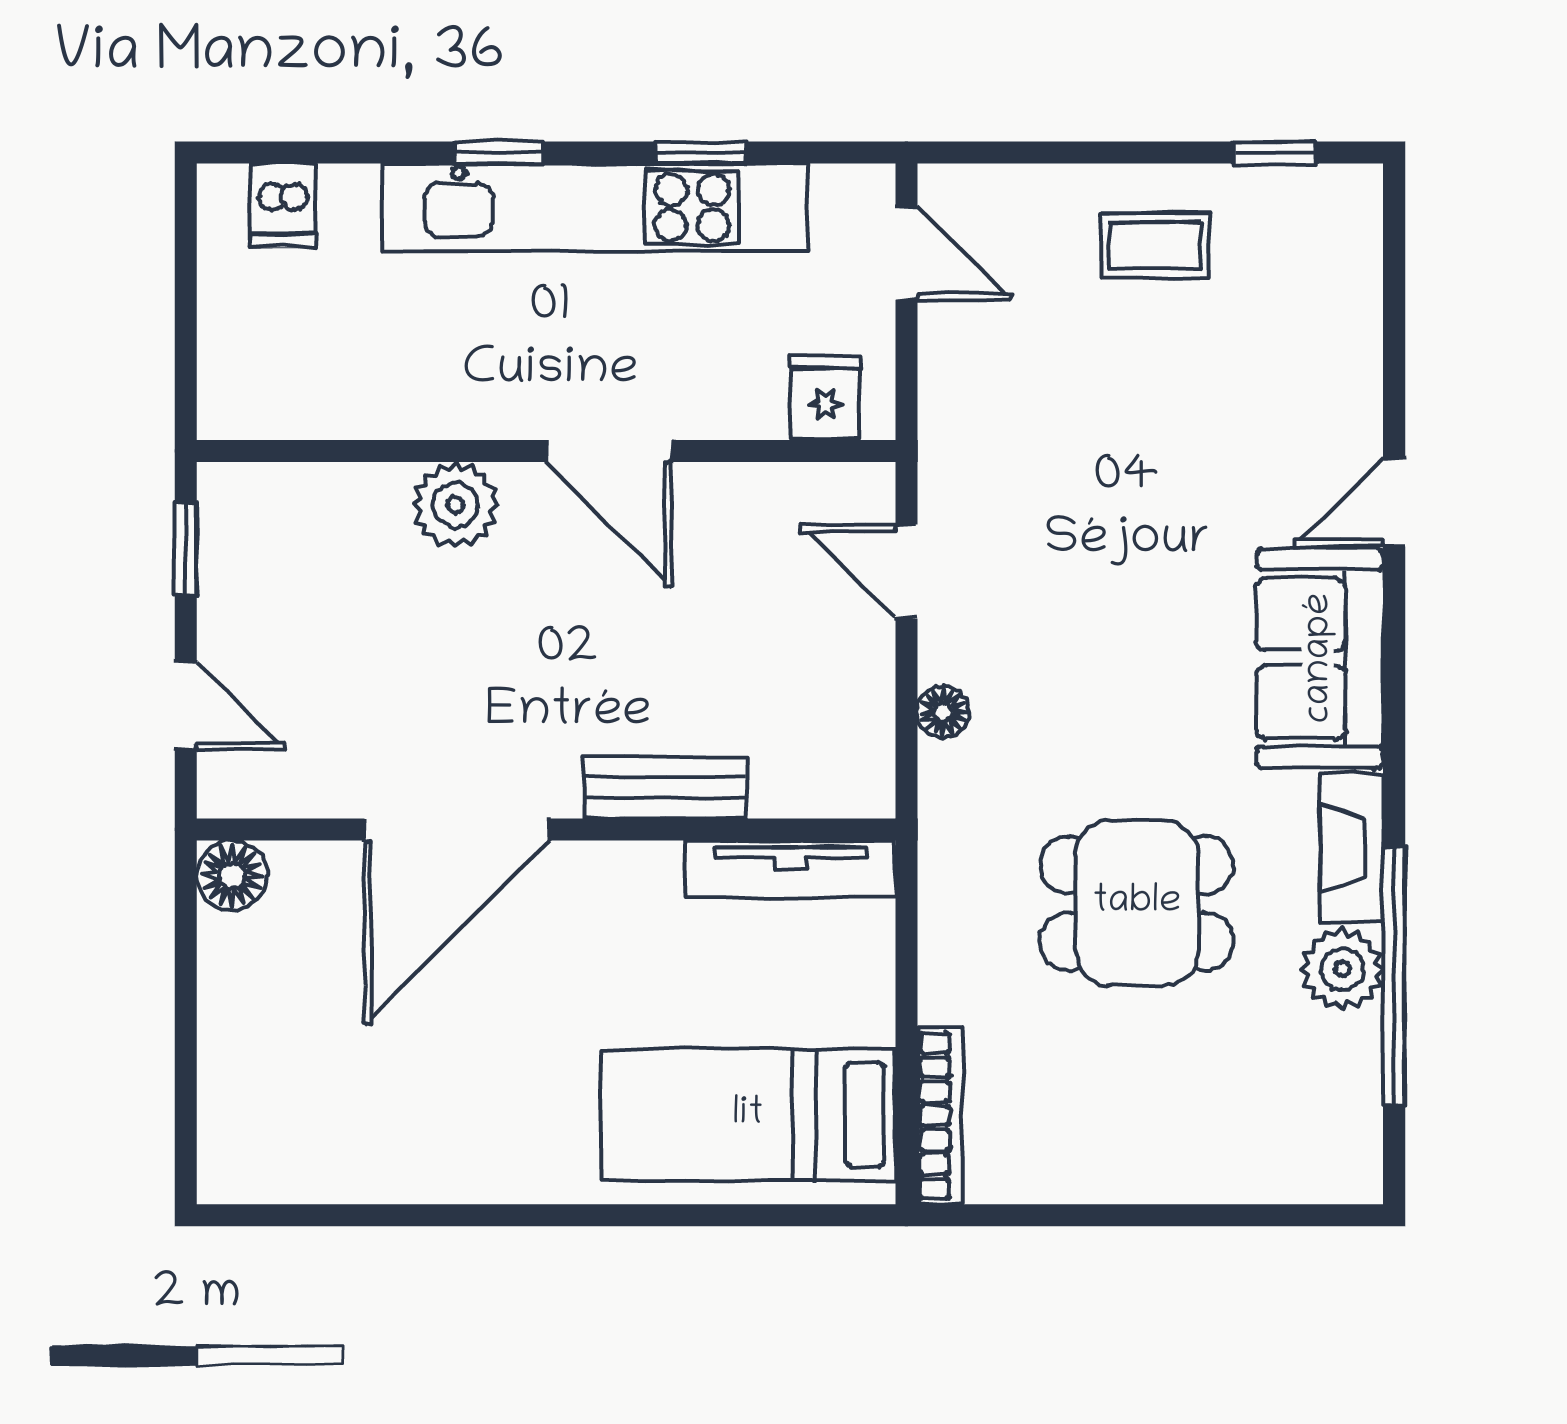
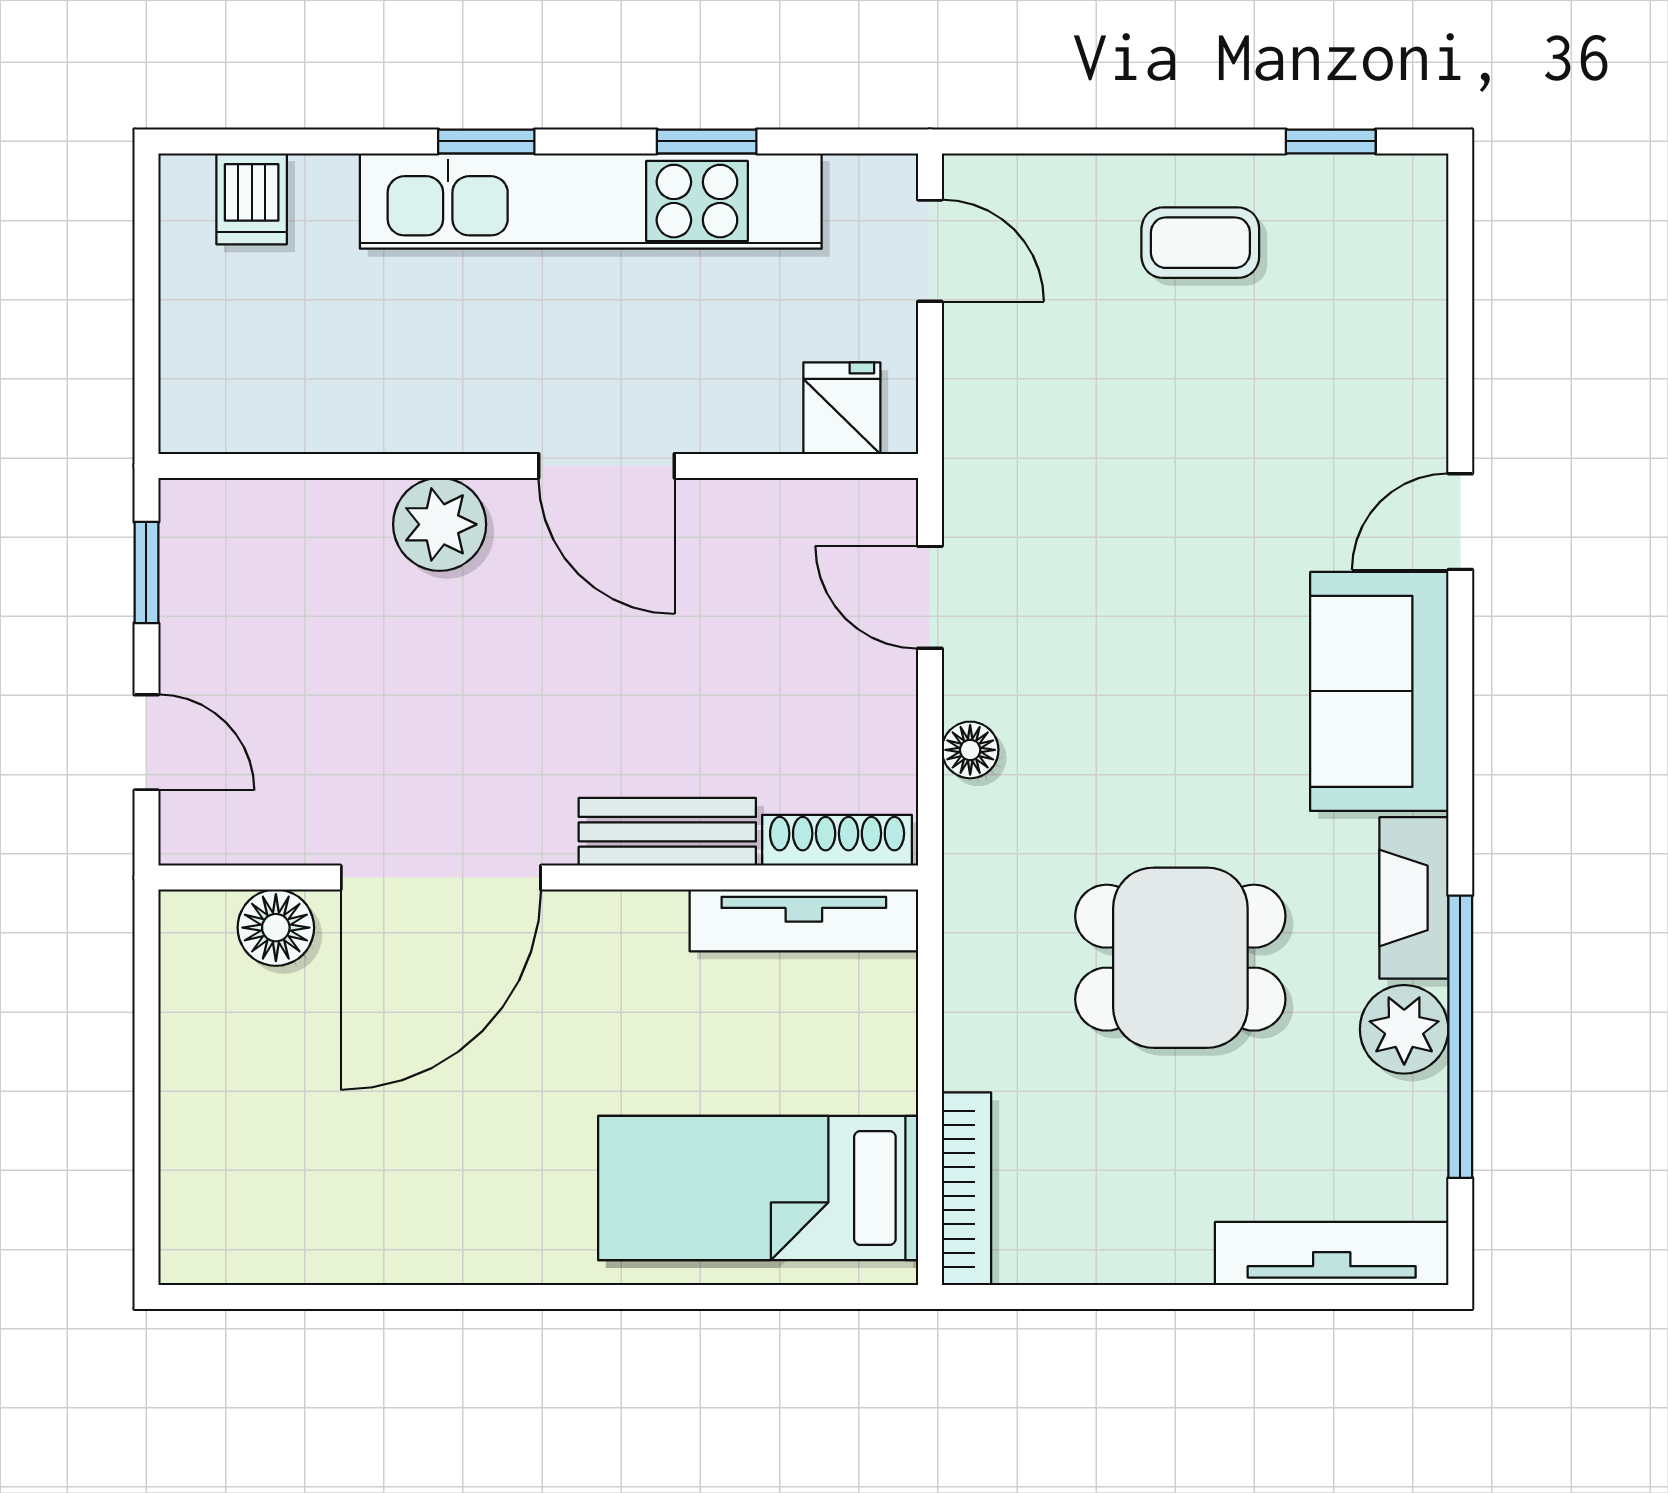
shoe rack: (821, 795) -> (837, 840), added
floor lamp: (232, 876) -> (276, 928), moved
tv unit: (1276, 1175) -> (1332, 1253), added

